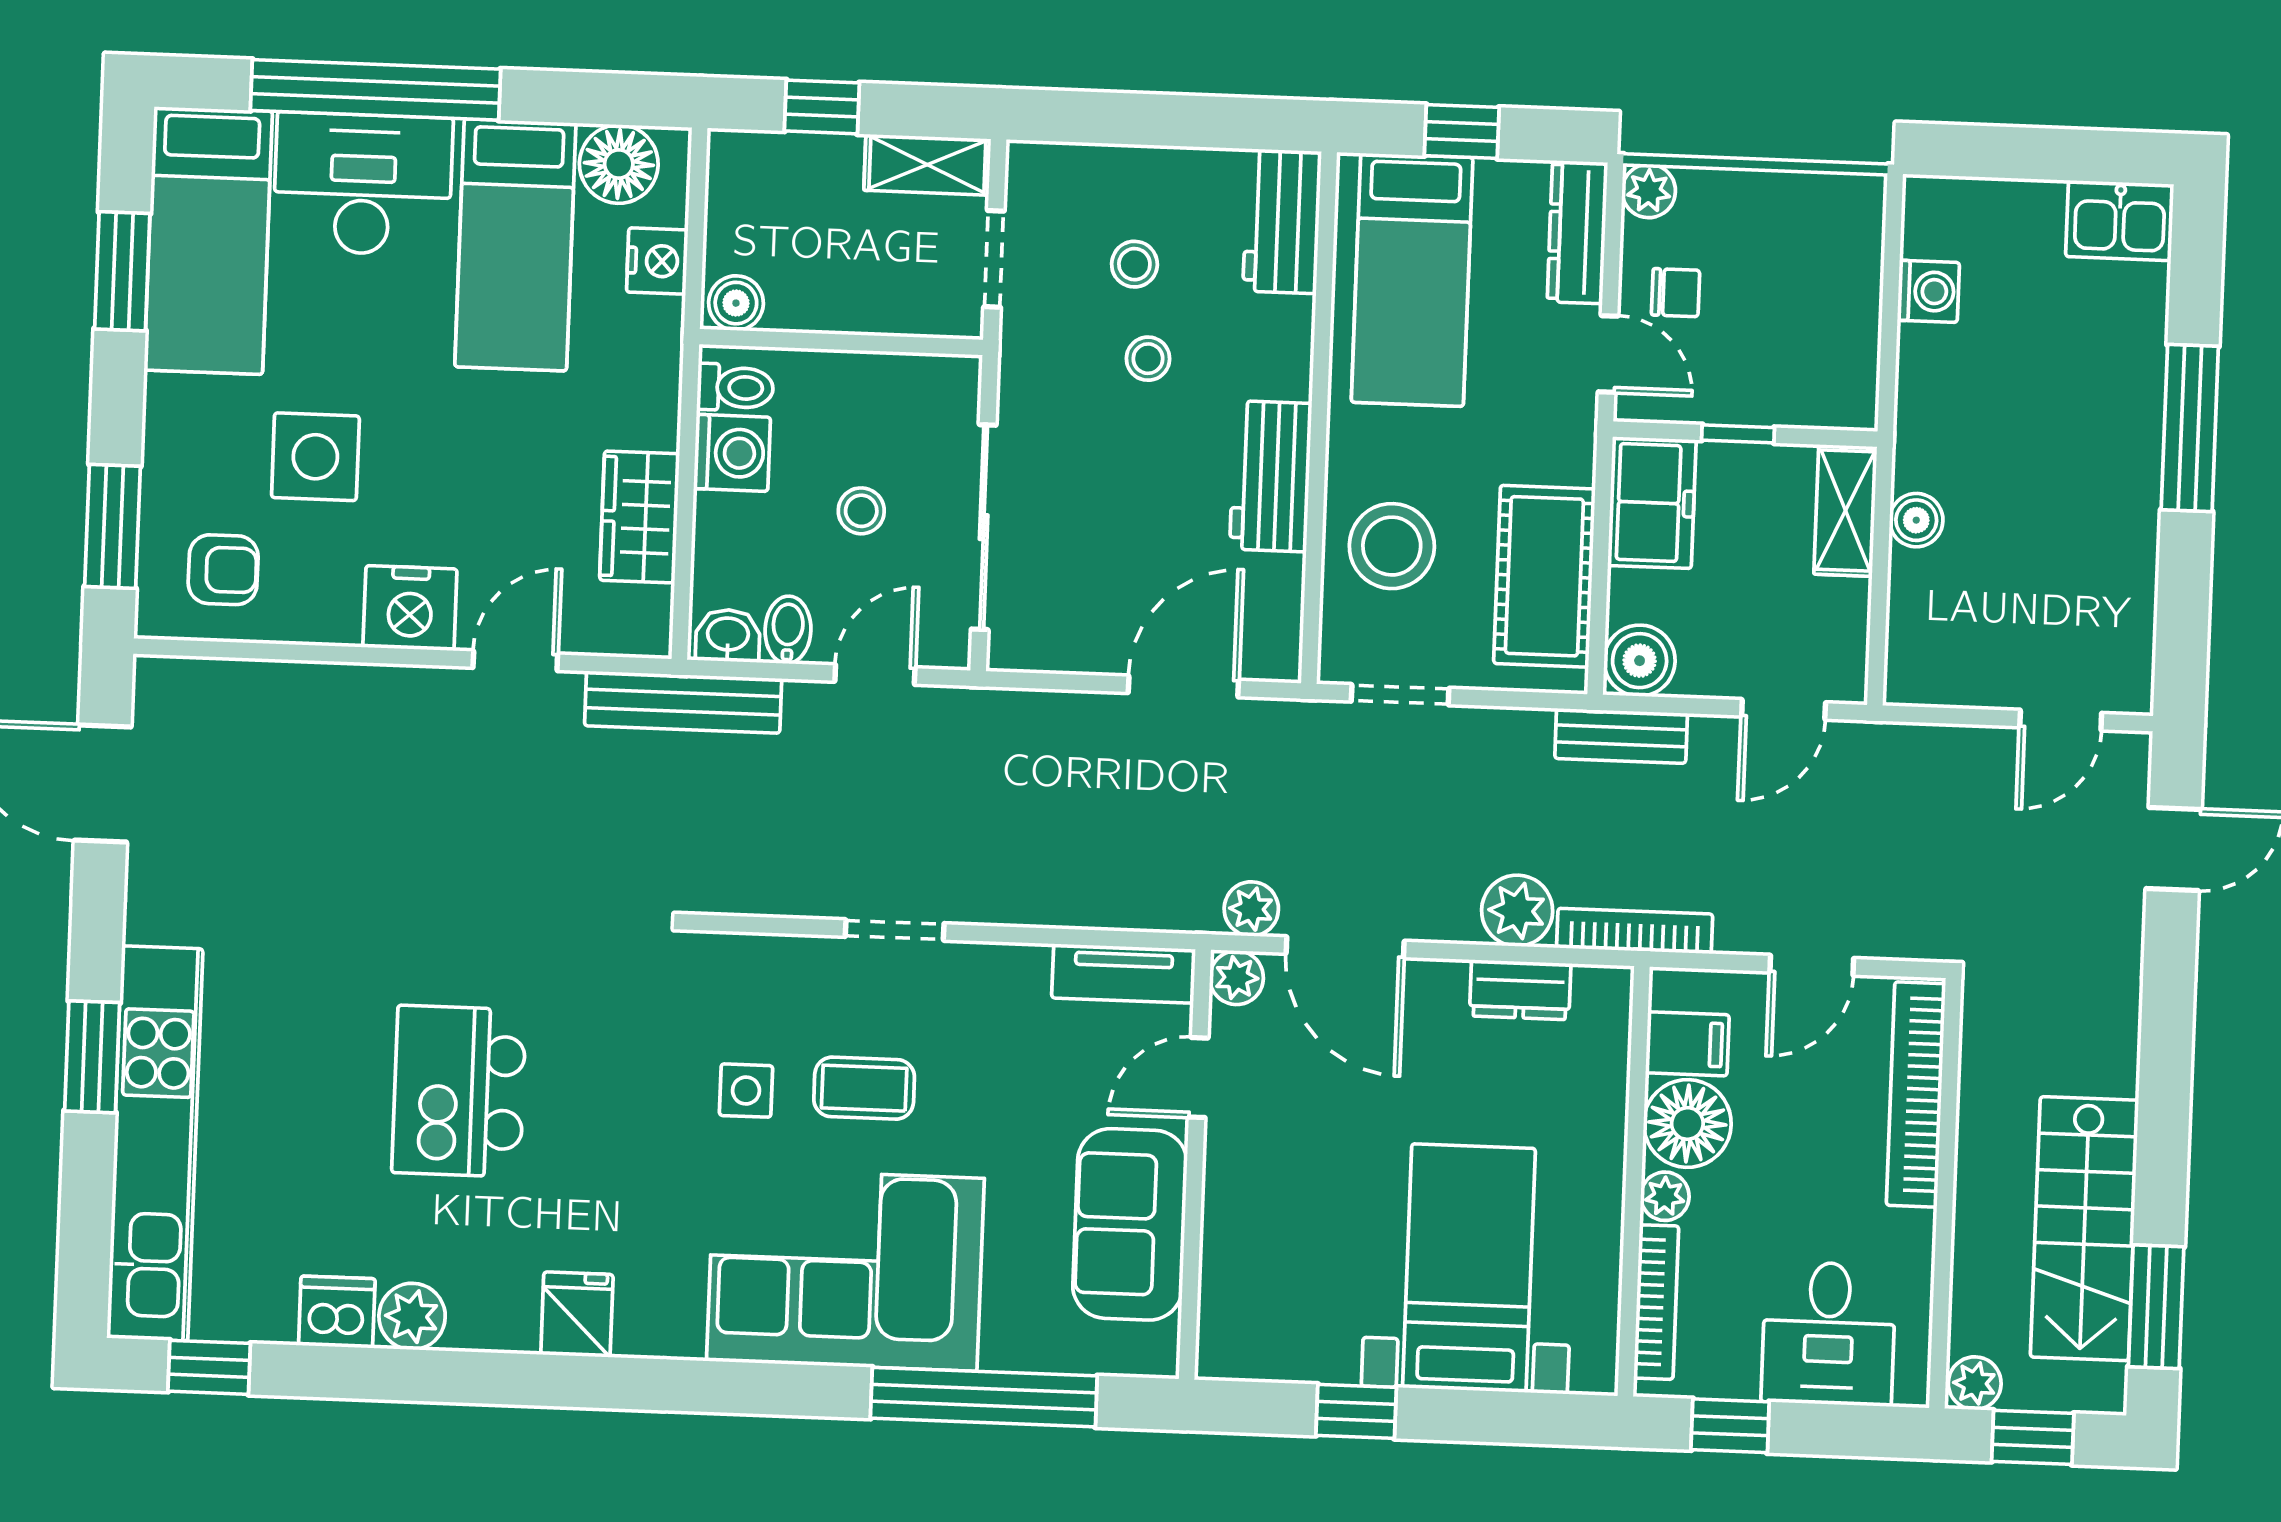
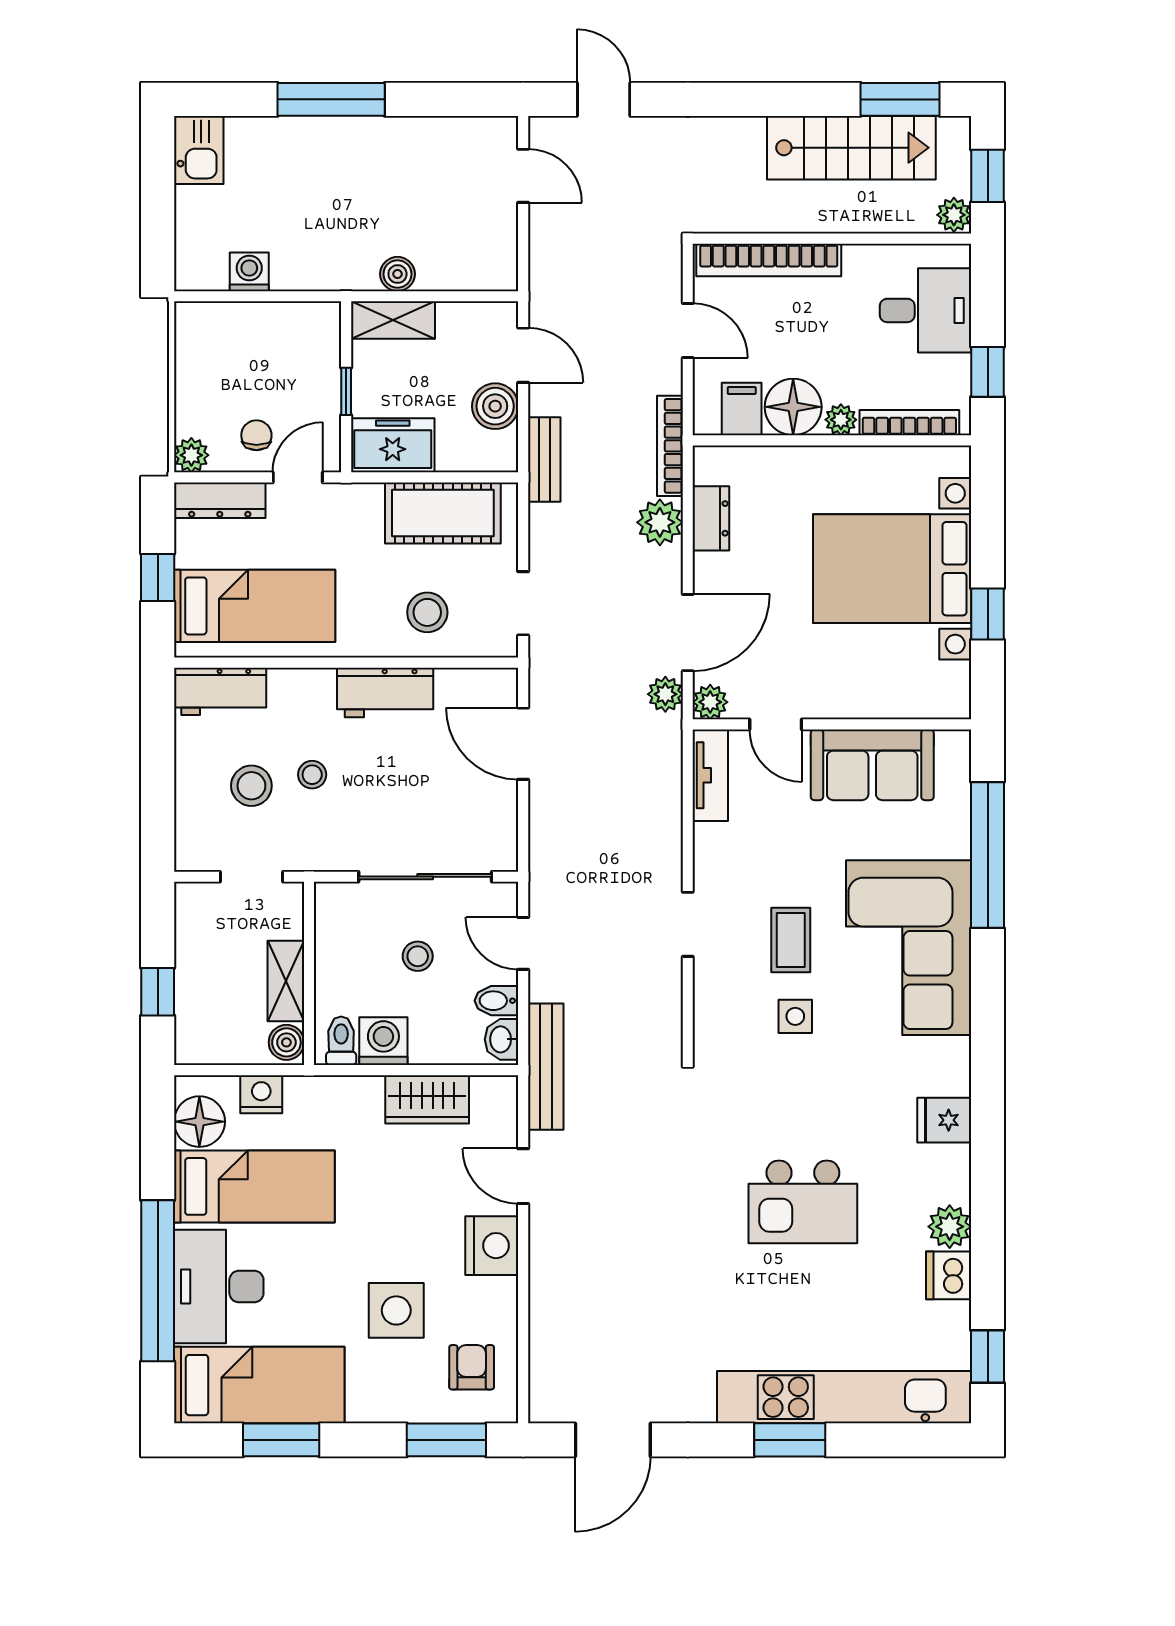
shelving: (927, 165) -> (286, 981), moved
stool: (1134, 264) -> (251, 786), width x1.37, depth x1.37
stool: (1392, 546) -> (427, 612), width x0.73, depth x0.73
boiler: (1640, 661) -> (495, 406), moved
bed with nightstands: (1469, 1268) -> (892, 569), width x1.36

